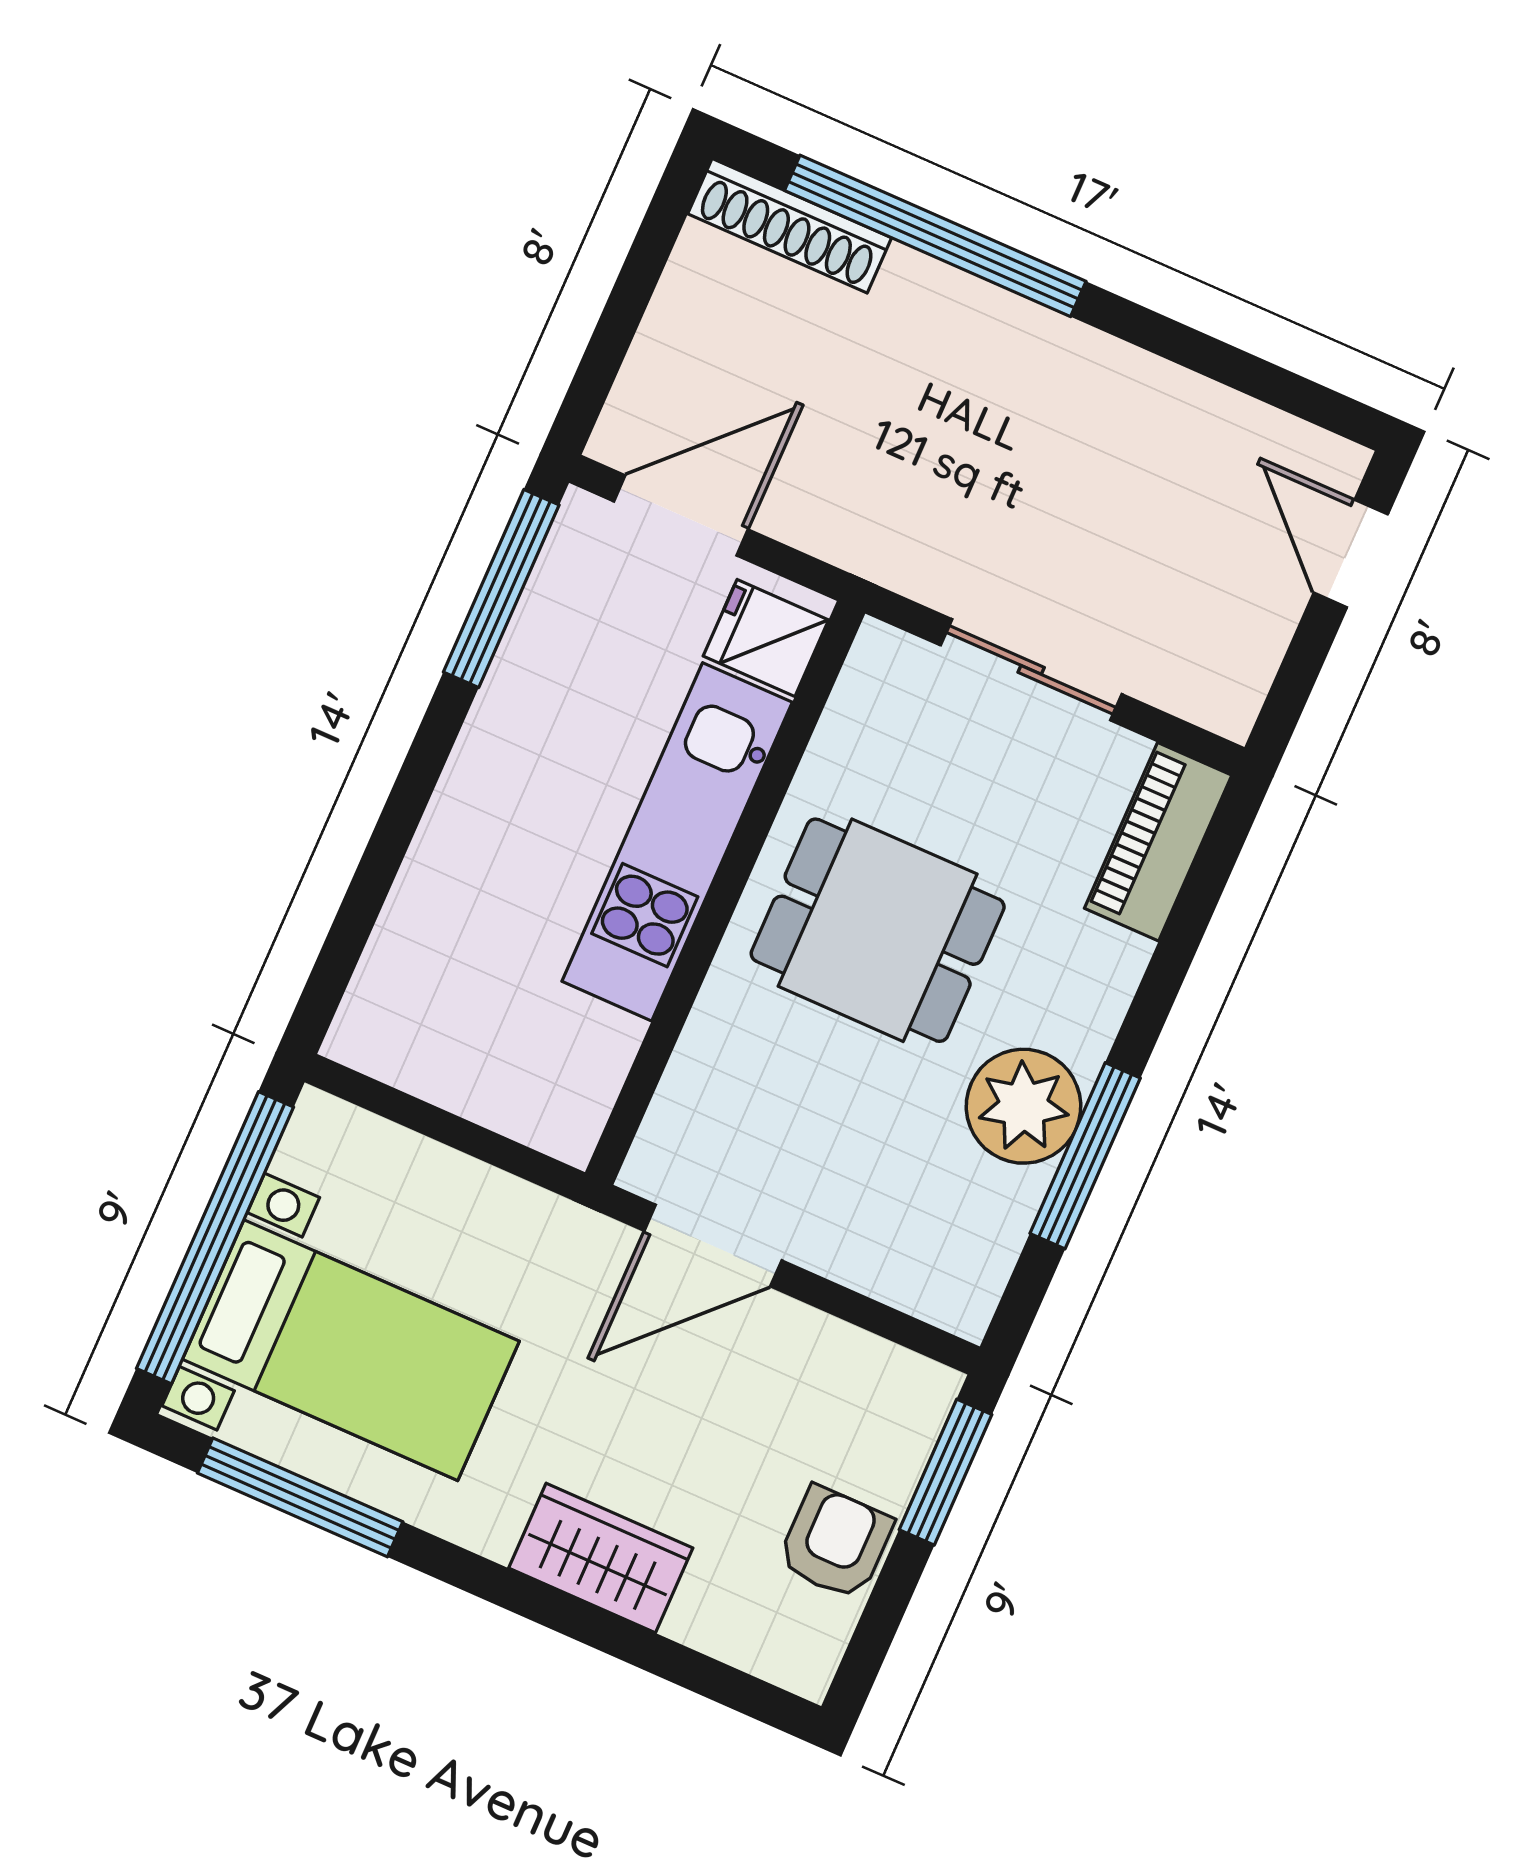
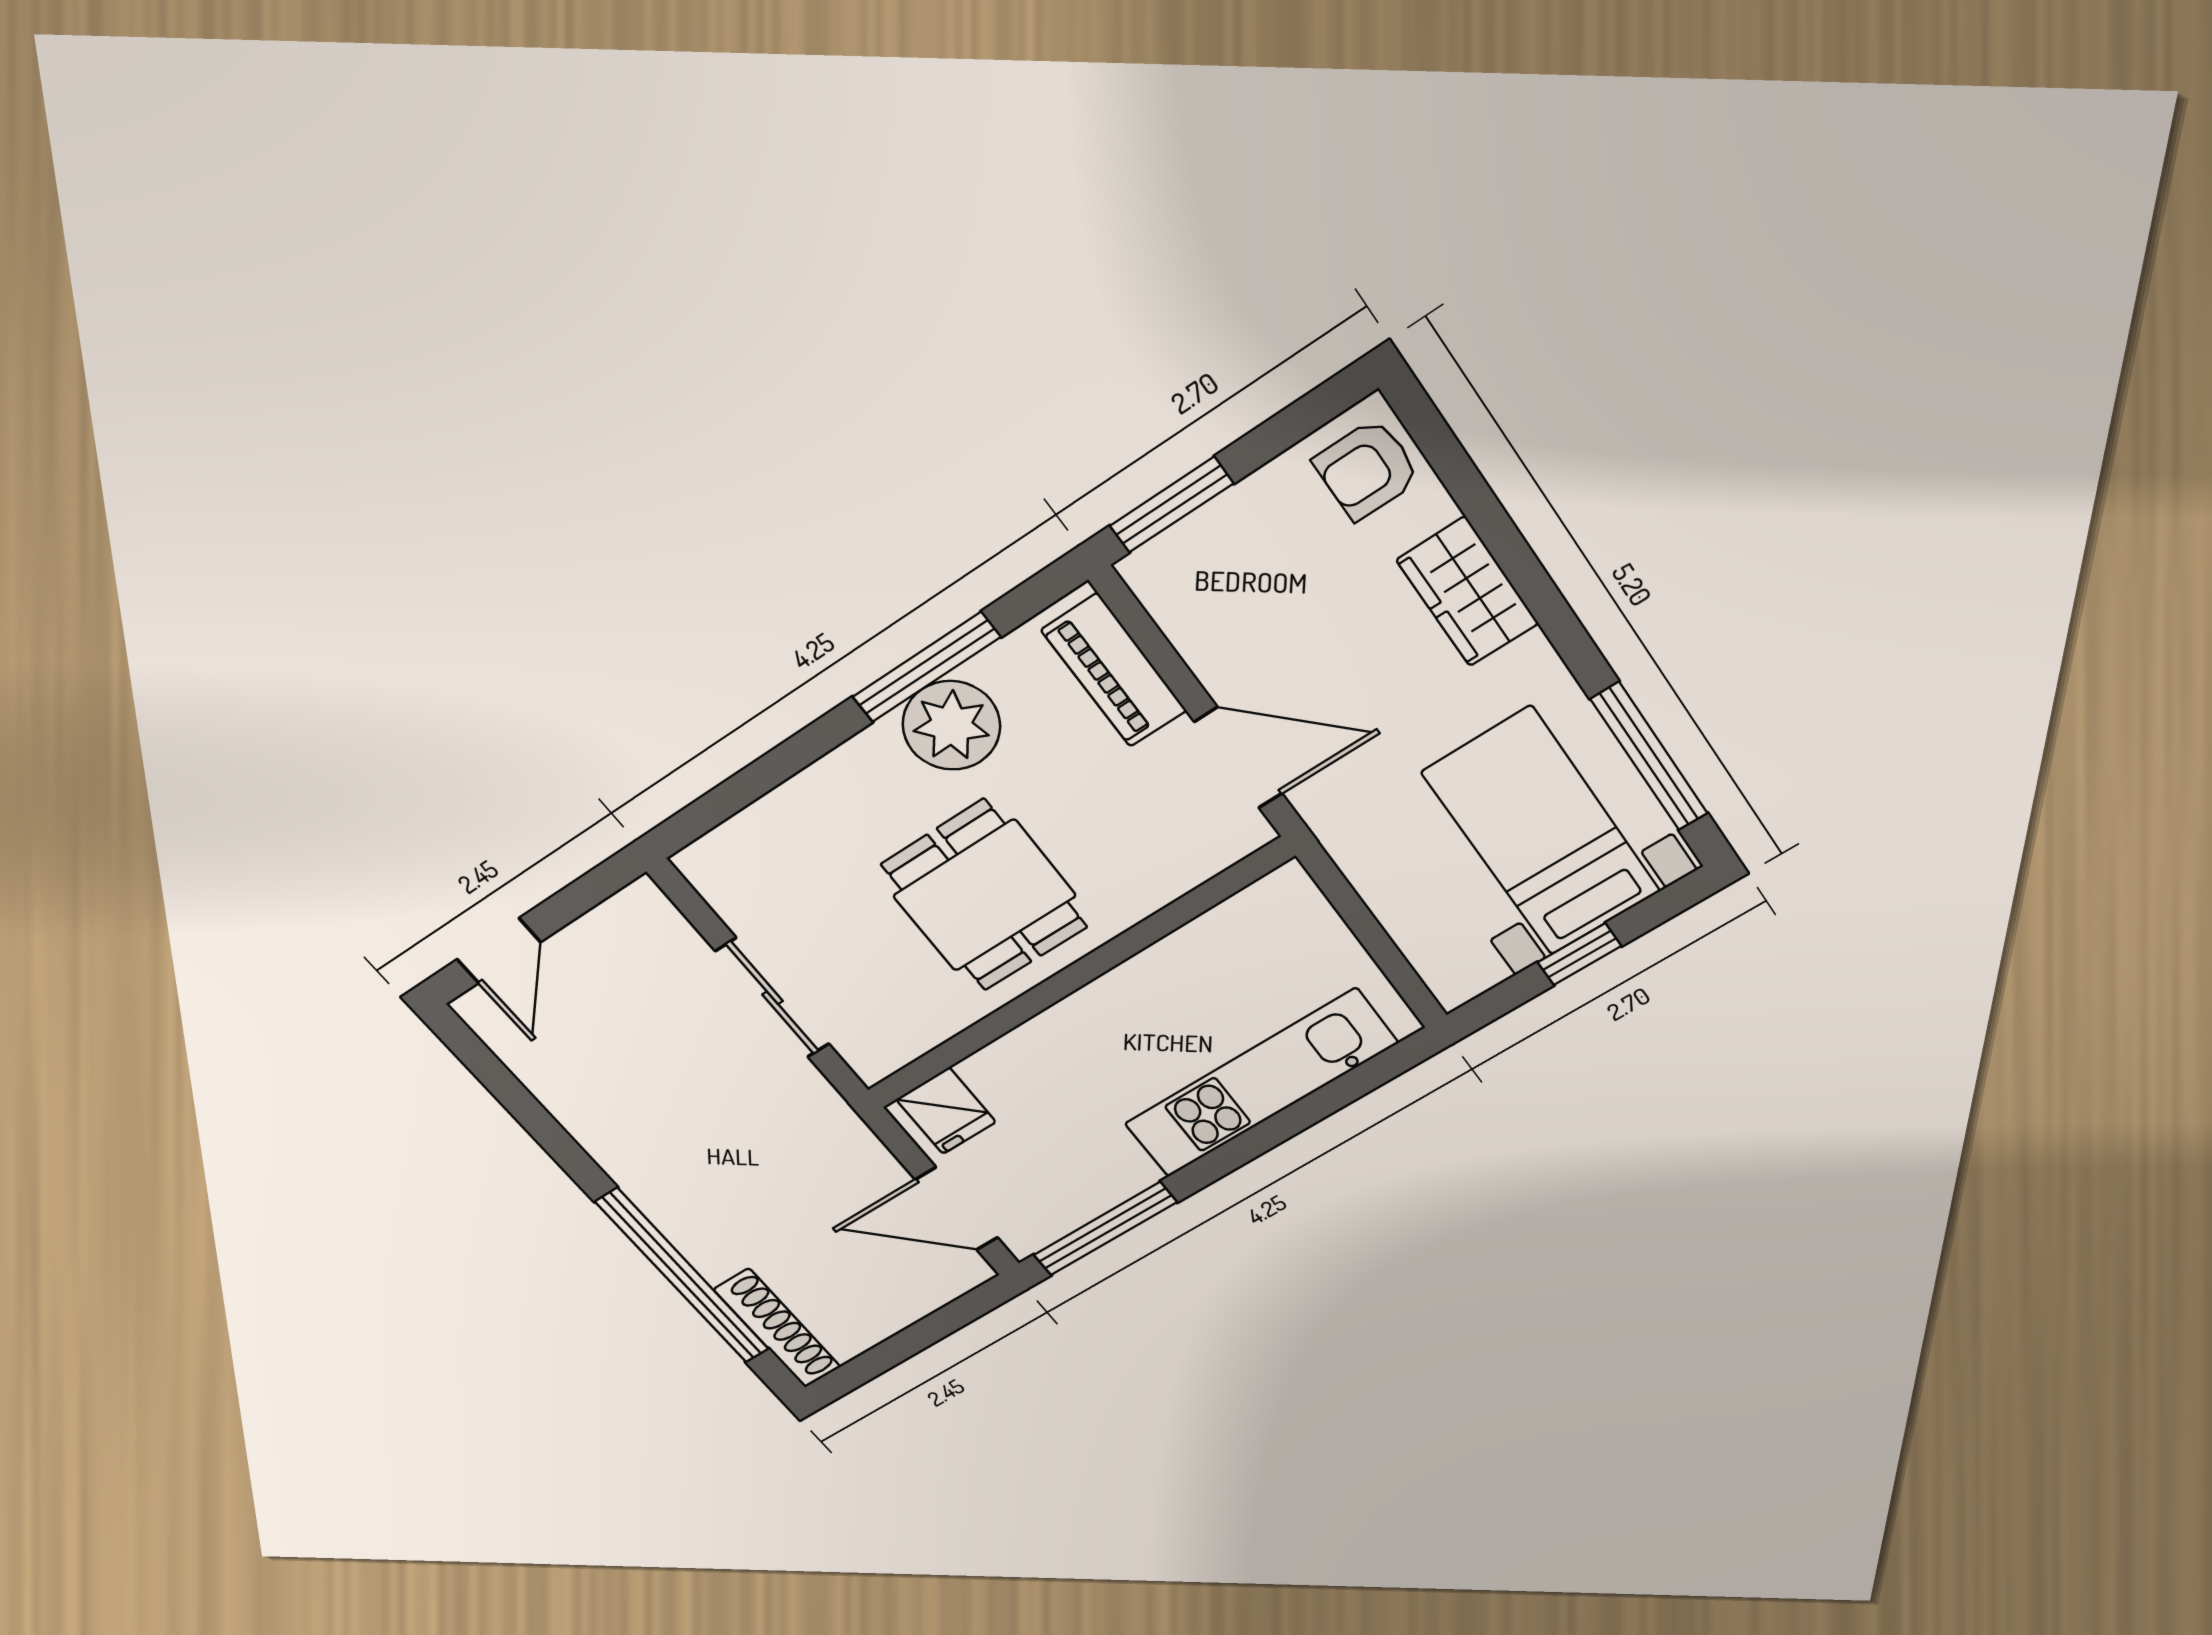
kitchen unit: (677, 842) -> (1261, 1084), moved, turned 180
piano: (1158, 842) -> (1114, 670), moved, turned 90
window: (215, 1238) -> (1579, 954), width x0.32
armchair: (835, 1543) -> (1367, 469), moved

